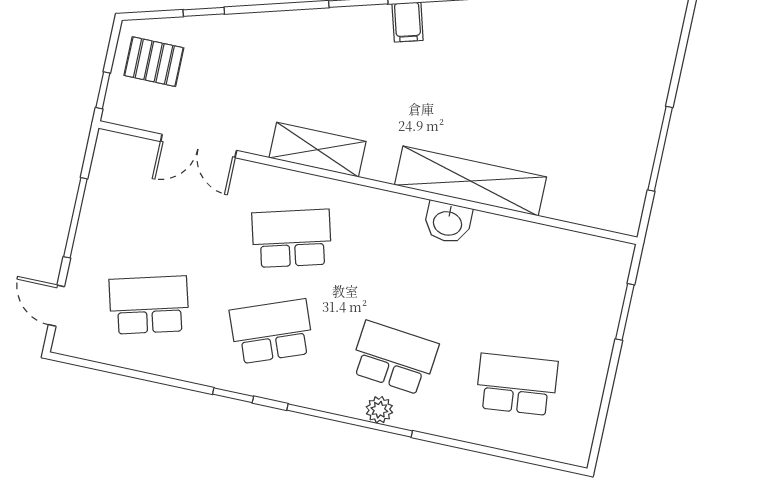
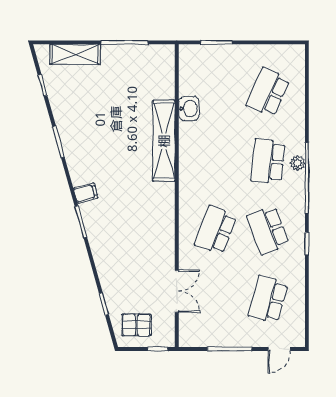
pallet: (154, 62) -> (137, 325), turned 90
shelving: (318, 150) -> (75, 54), moved, turned 90
washbasin: (448, 222) -> (189, 109), moved
school desk: (292, 238) -> (216, 230), turned 36
school desk: (149, 305) -> (268, 299), turned 30
school desk: (517, 384) -> (268, 92), turned 30

